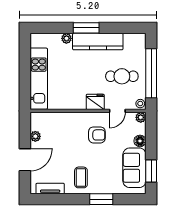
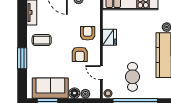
fridge: (95, 102) -> (110, 37), moved
plant: (141, 117) -> (85, 94), moved
armchair: (73, 126) -> (88, 33), added

